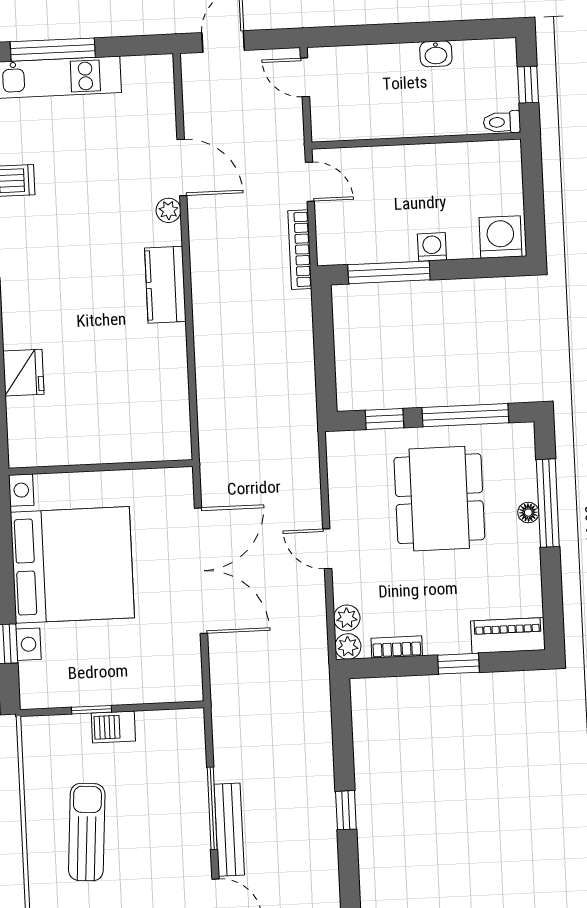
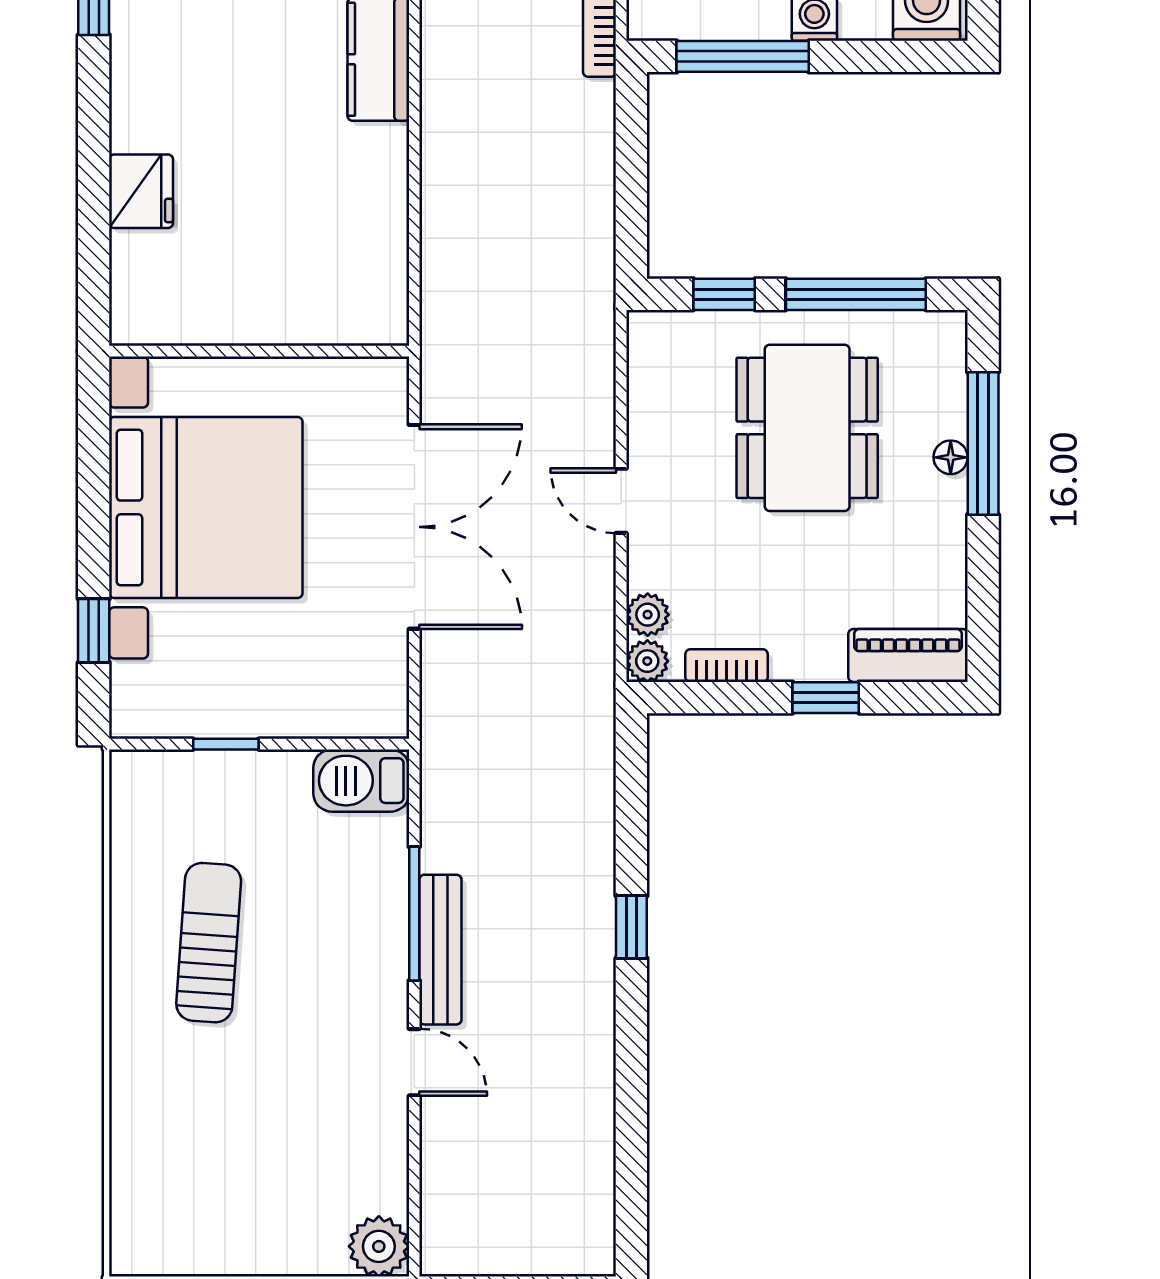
barbecue: (113, 727) -> (361, 781), moved, width x1.38, depth x1.27

